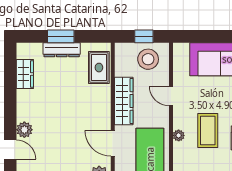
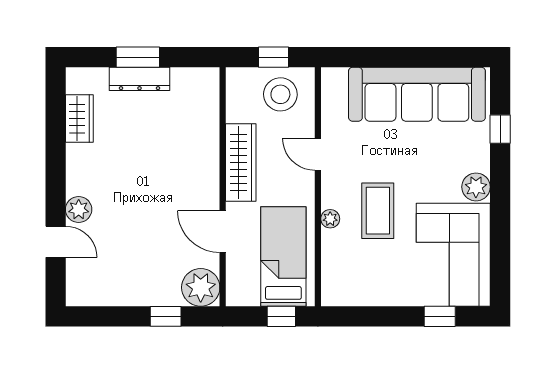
rug: (99, 68) -> (200, 108), removed

